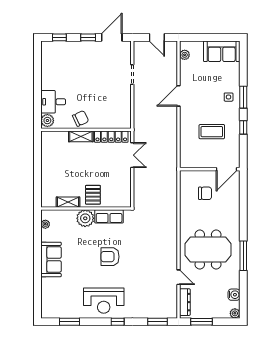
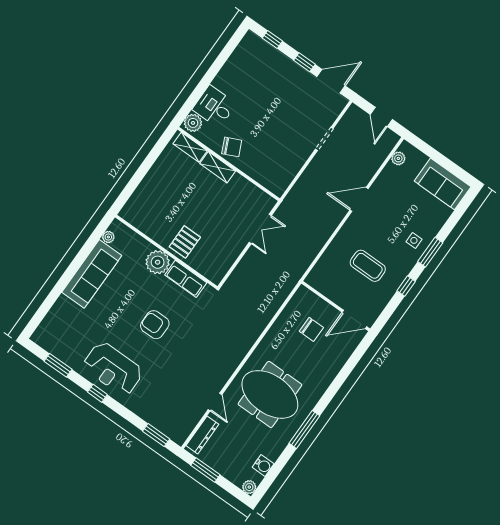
locker: (111, 137) -> (251, 192), removed
shelving: (68, 202) -> (190, 147), moved
sofa: (51, 259) -> (92, 274), width x1.36
window: (118, 322) -> (97, 393), moved

